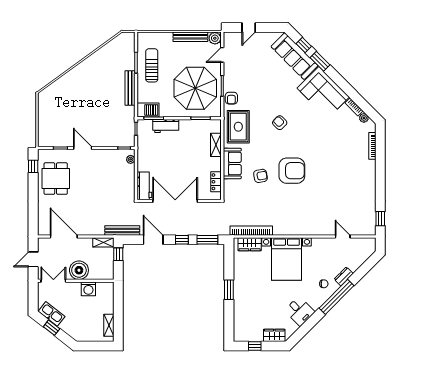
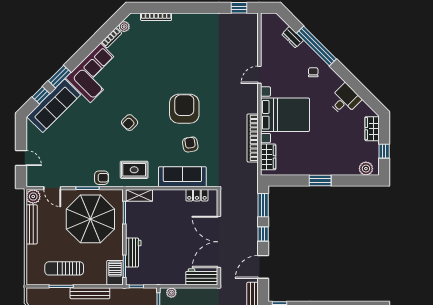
rug: (238, 127) -> (134, 170), width x0.73, depth x0.70
shelving: (216, 145) -> (139, 195), moved
sofa: (232, 163) -> (182, 177), width x1.36
bookcase: (251, 231) -> (253, 138), moved
door: (343, 236) -> (259, 75), moved
dresser: (344, 276) -> (293, 37), moved
window: (337, 297) -> (316, 46), moved
plant: (239, 330) -> (366, 169), added

